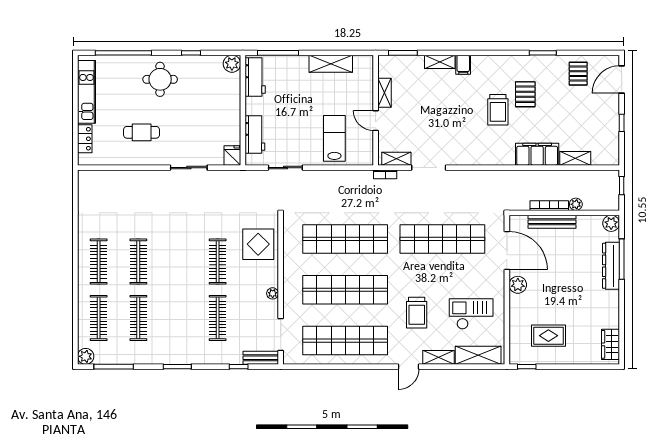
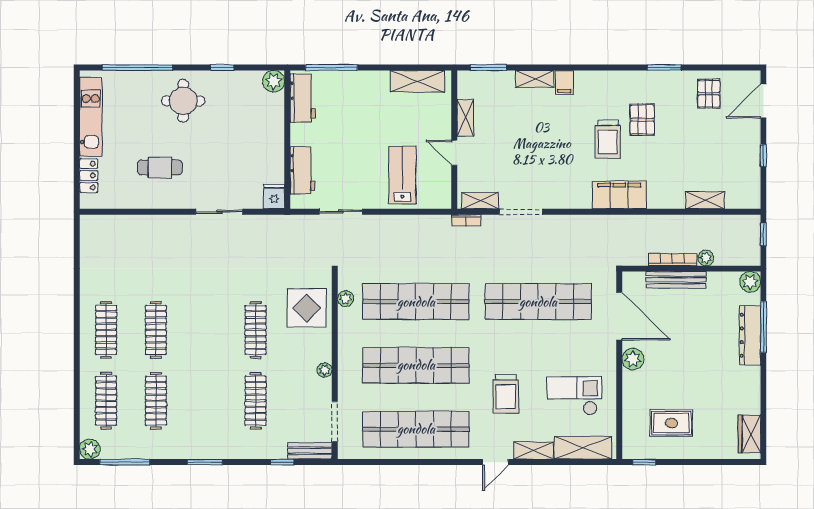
shelving: (331, 64) -> (417, 81), moved
filing cabinet: (537, 154) -> (619, 195), moved
plant: (289, 237) -> (346, 299), added

